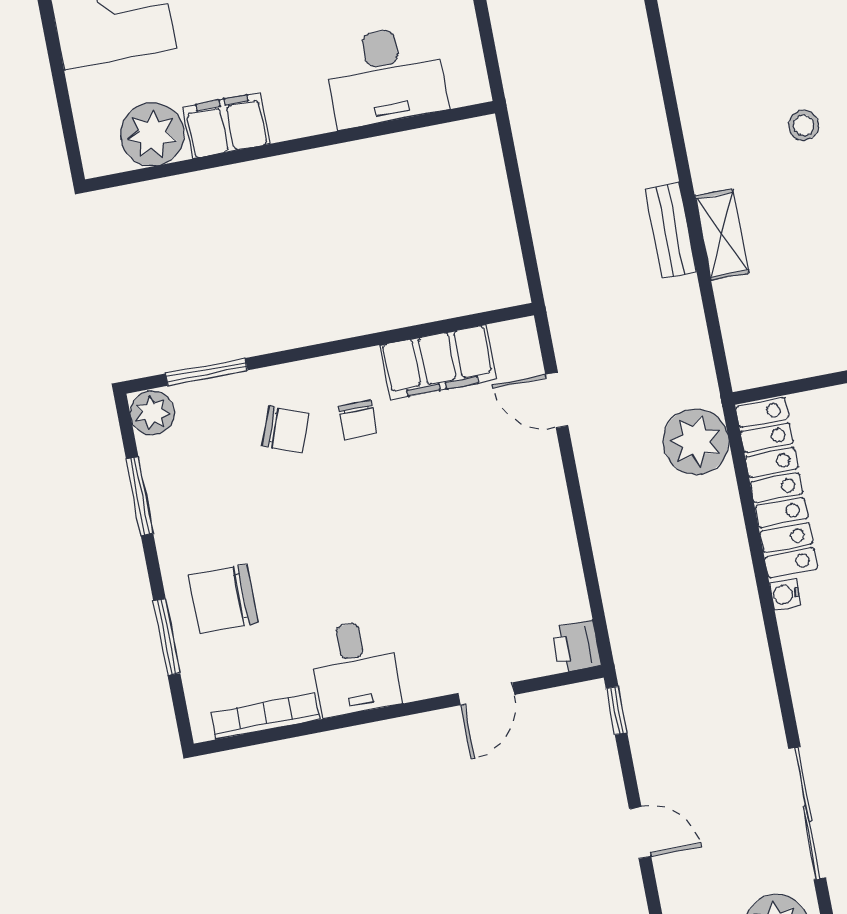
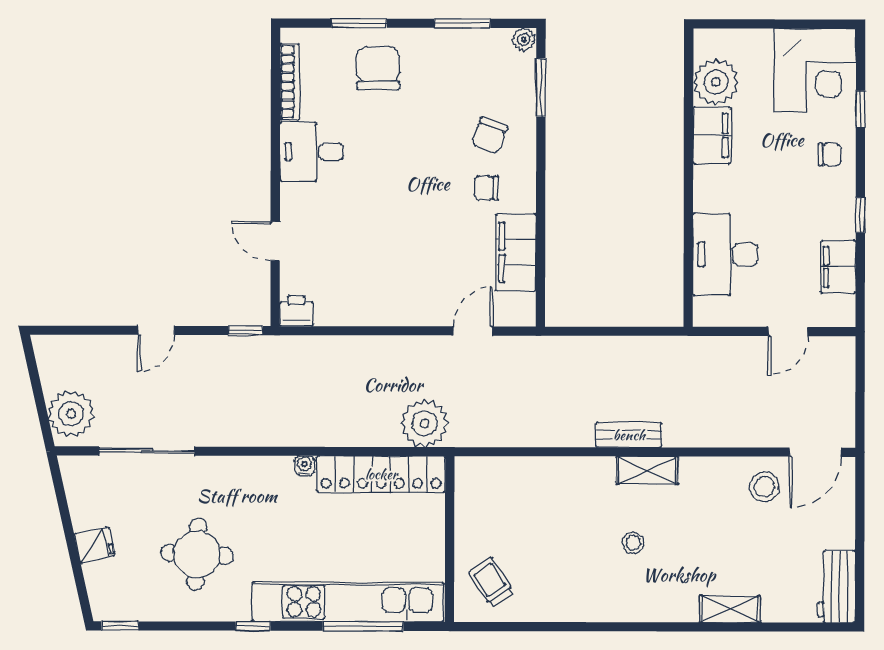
bench: (671, 230) -> (629, 435), moved
shelving: (722, 234) -> (647, 470), moved
plant: (152, 413) -> (524, 40), width x0.73, depth x0.73

